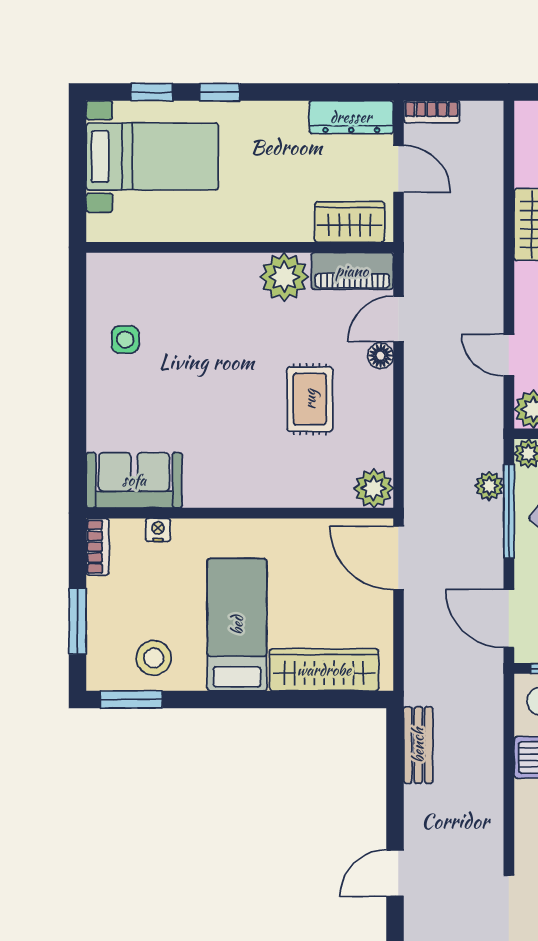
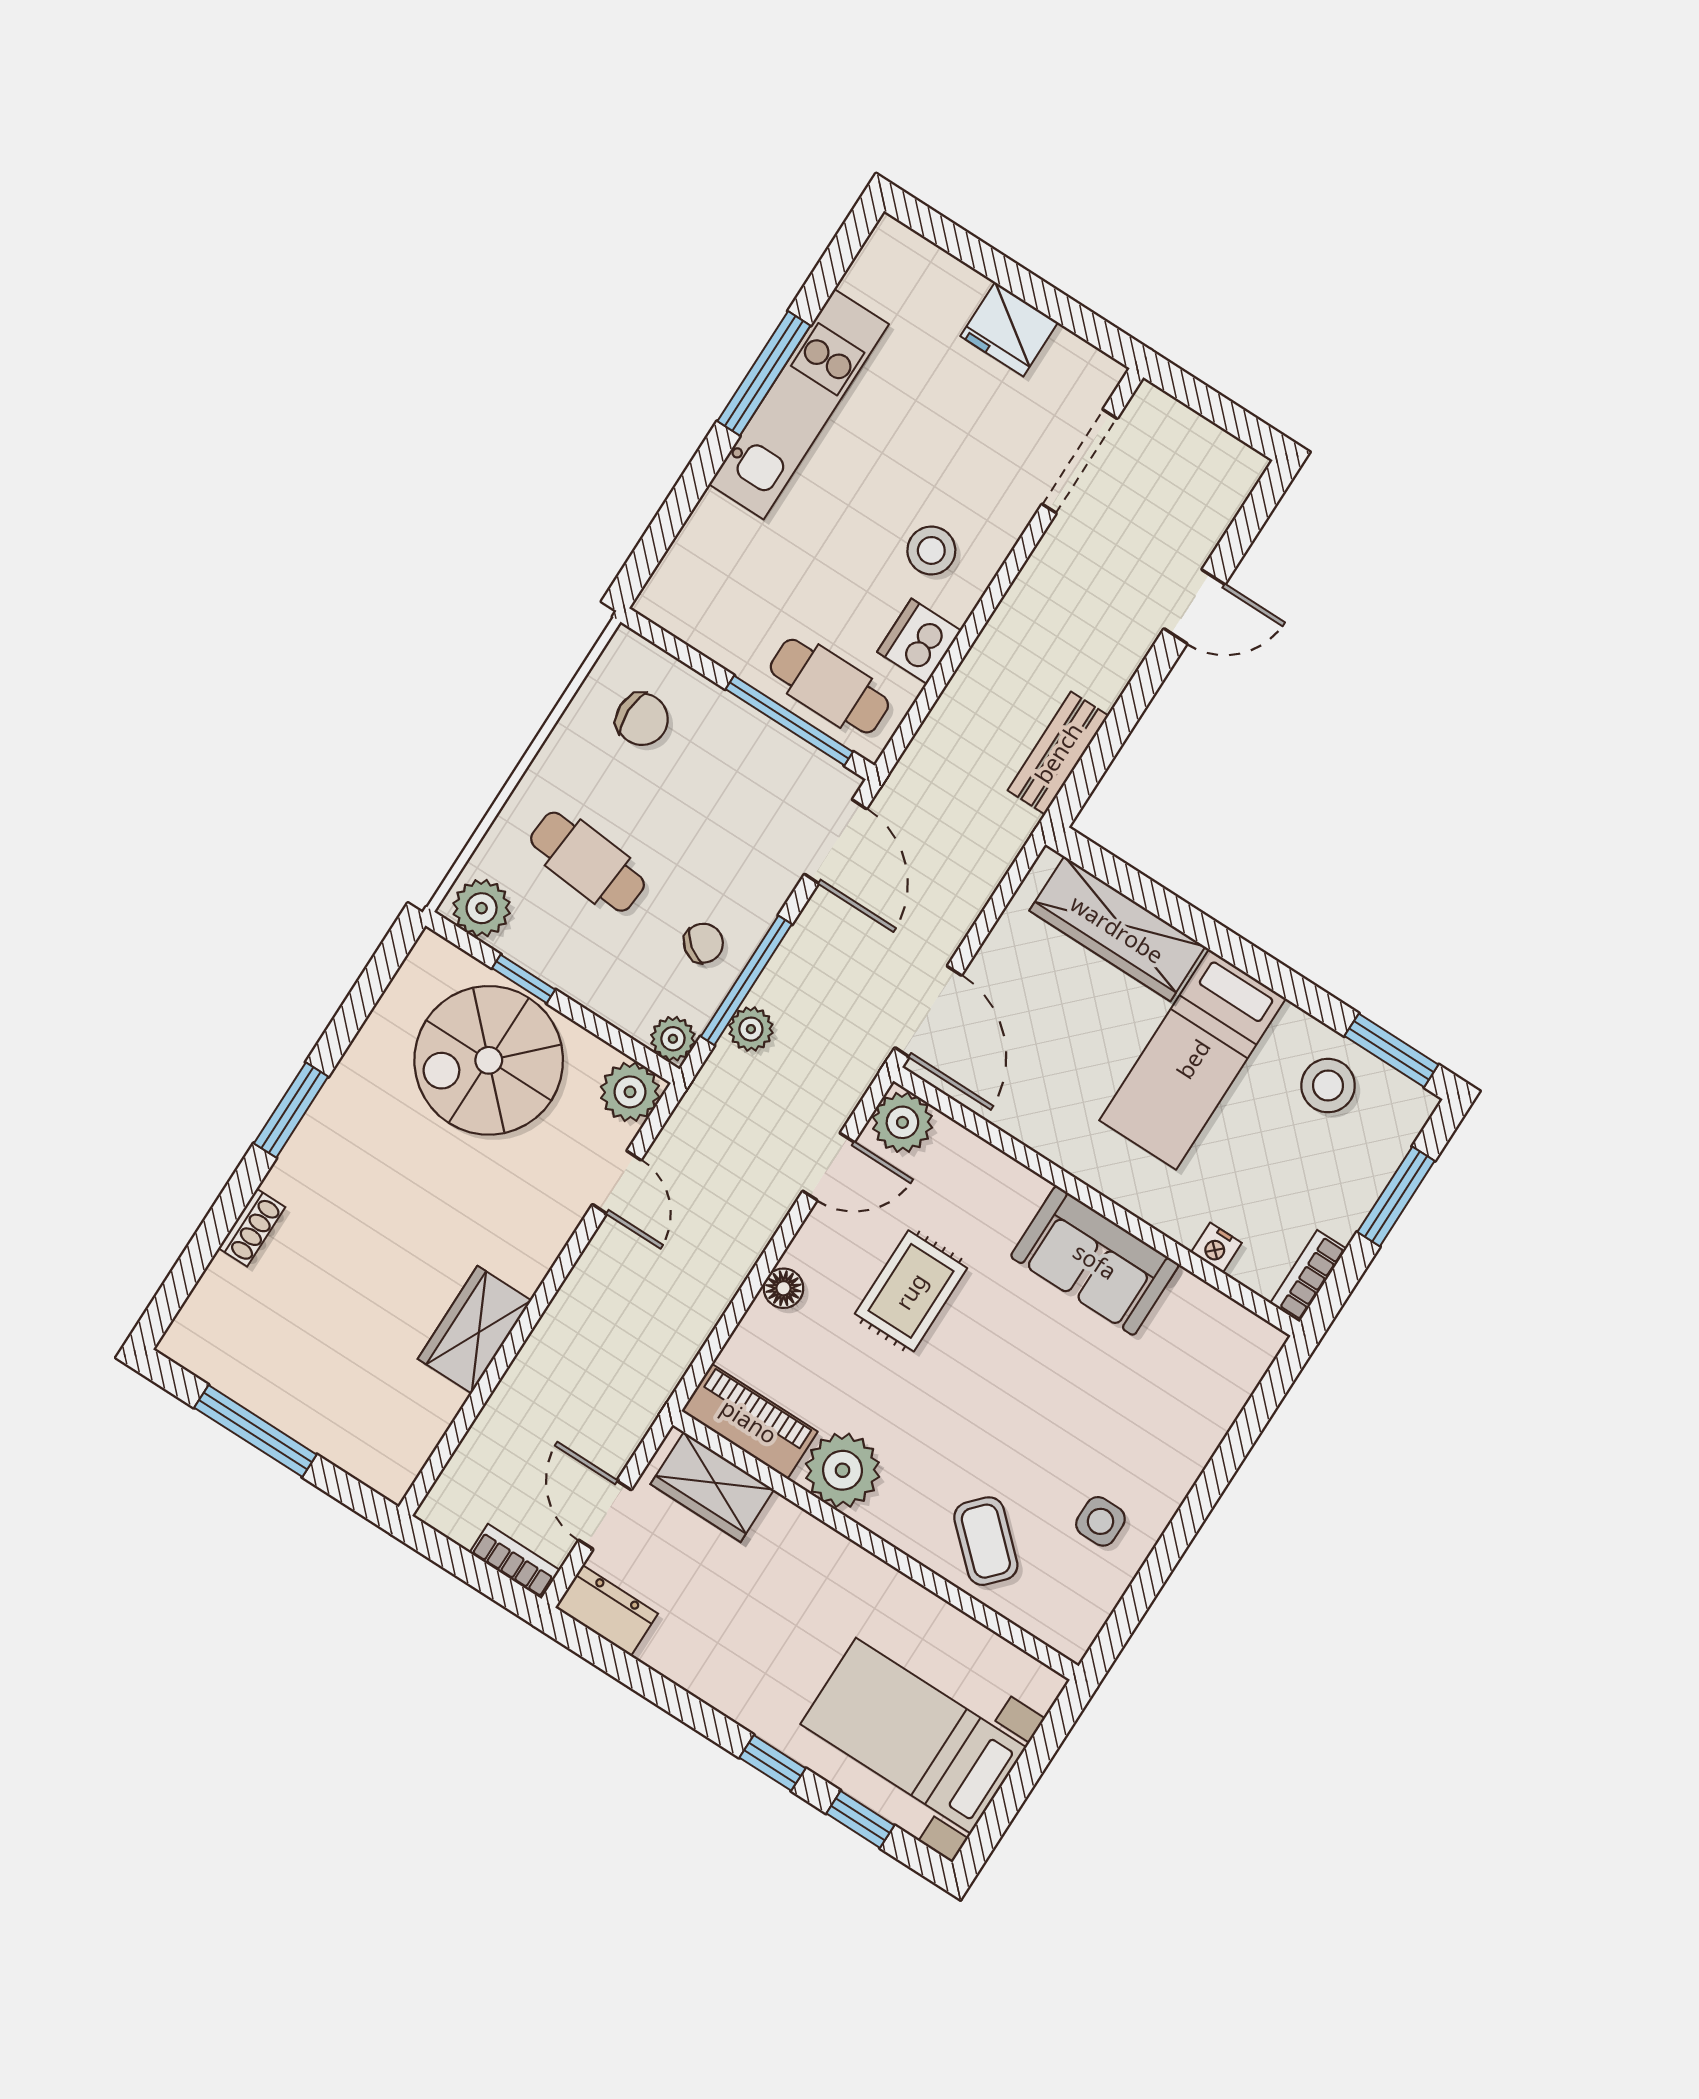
dresser: (351, 117) -> (607, 1611), width x0.70
coffee table: (181, 288) -> (986, 1541), added
door: (398, 319) -> (829, 1167), moved
sofa: (134, 480) -> (1095, 1261), moved

